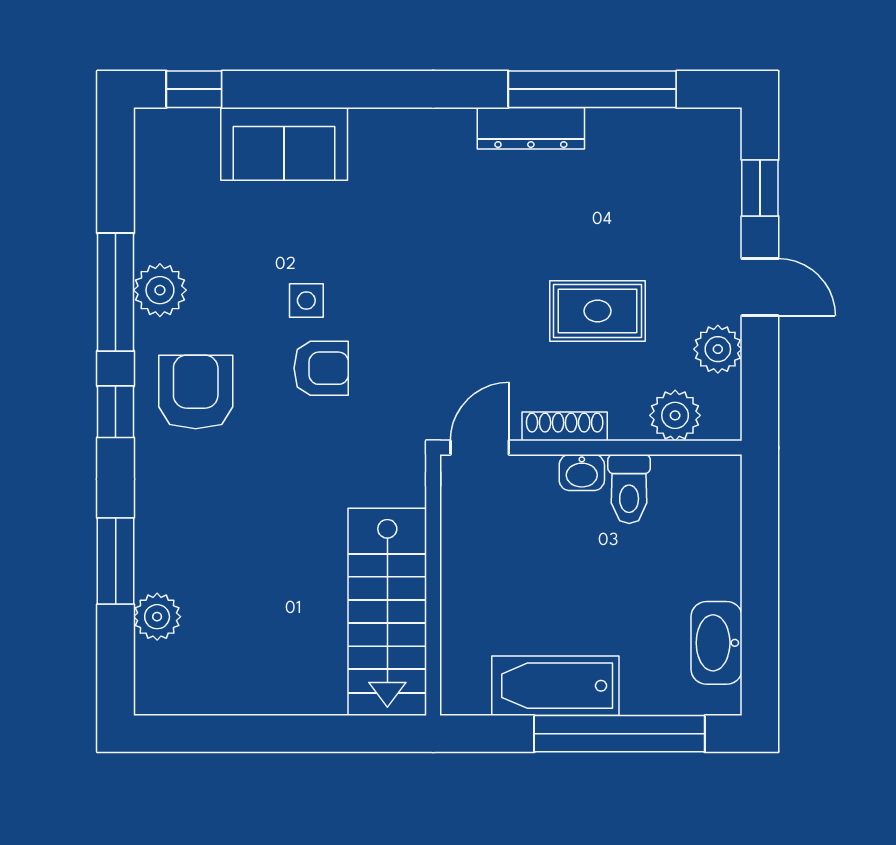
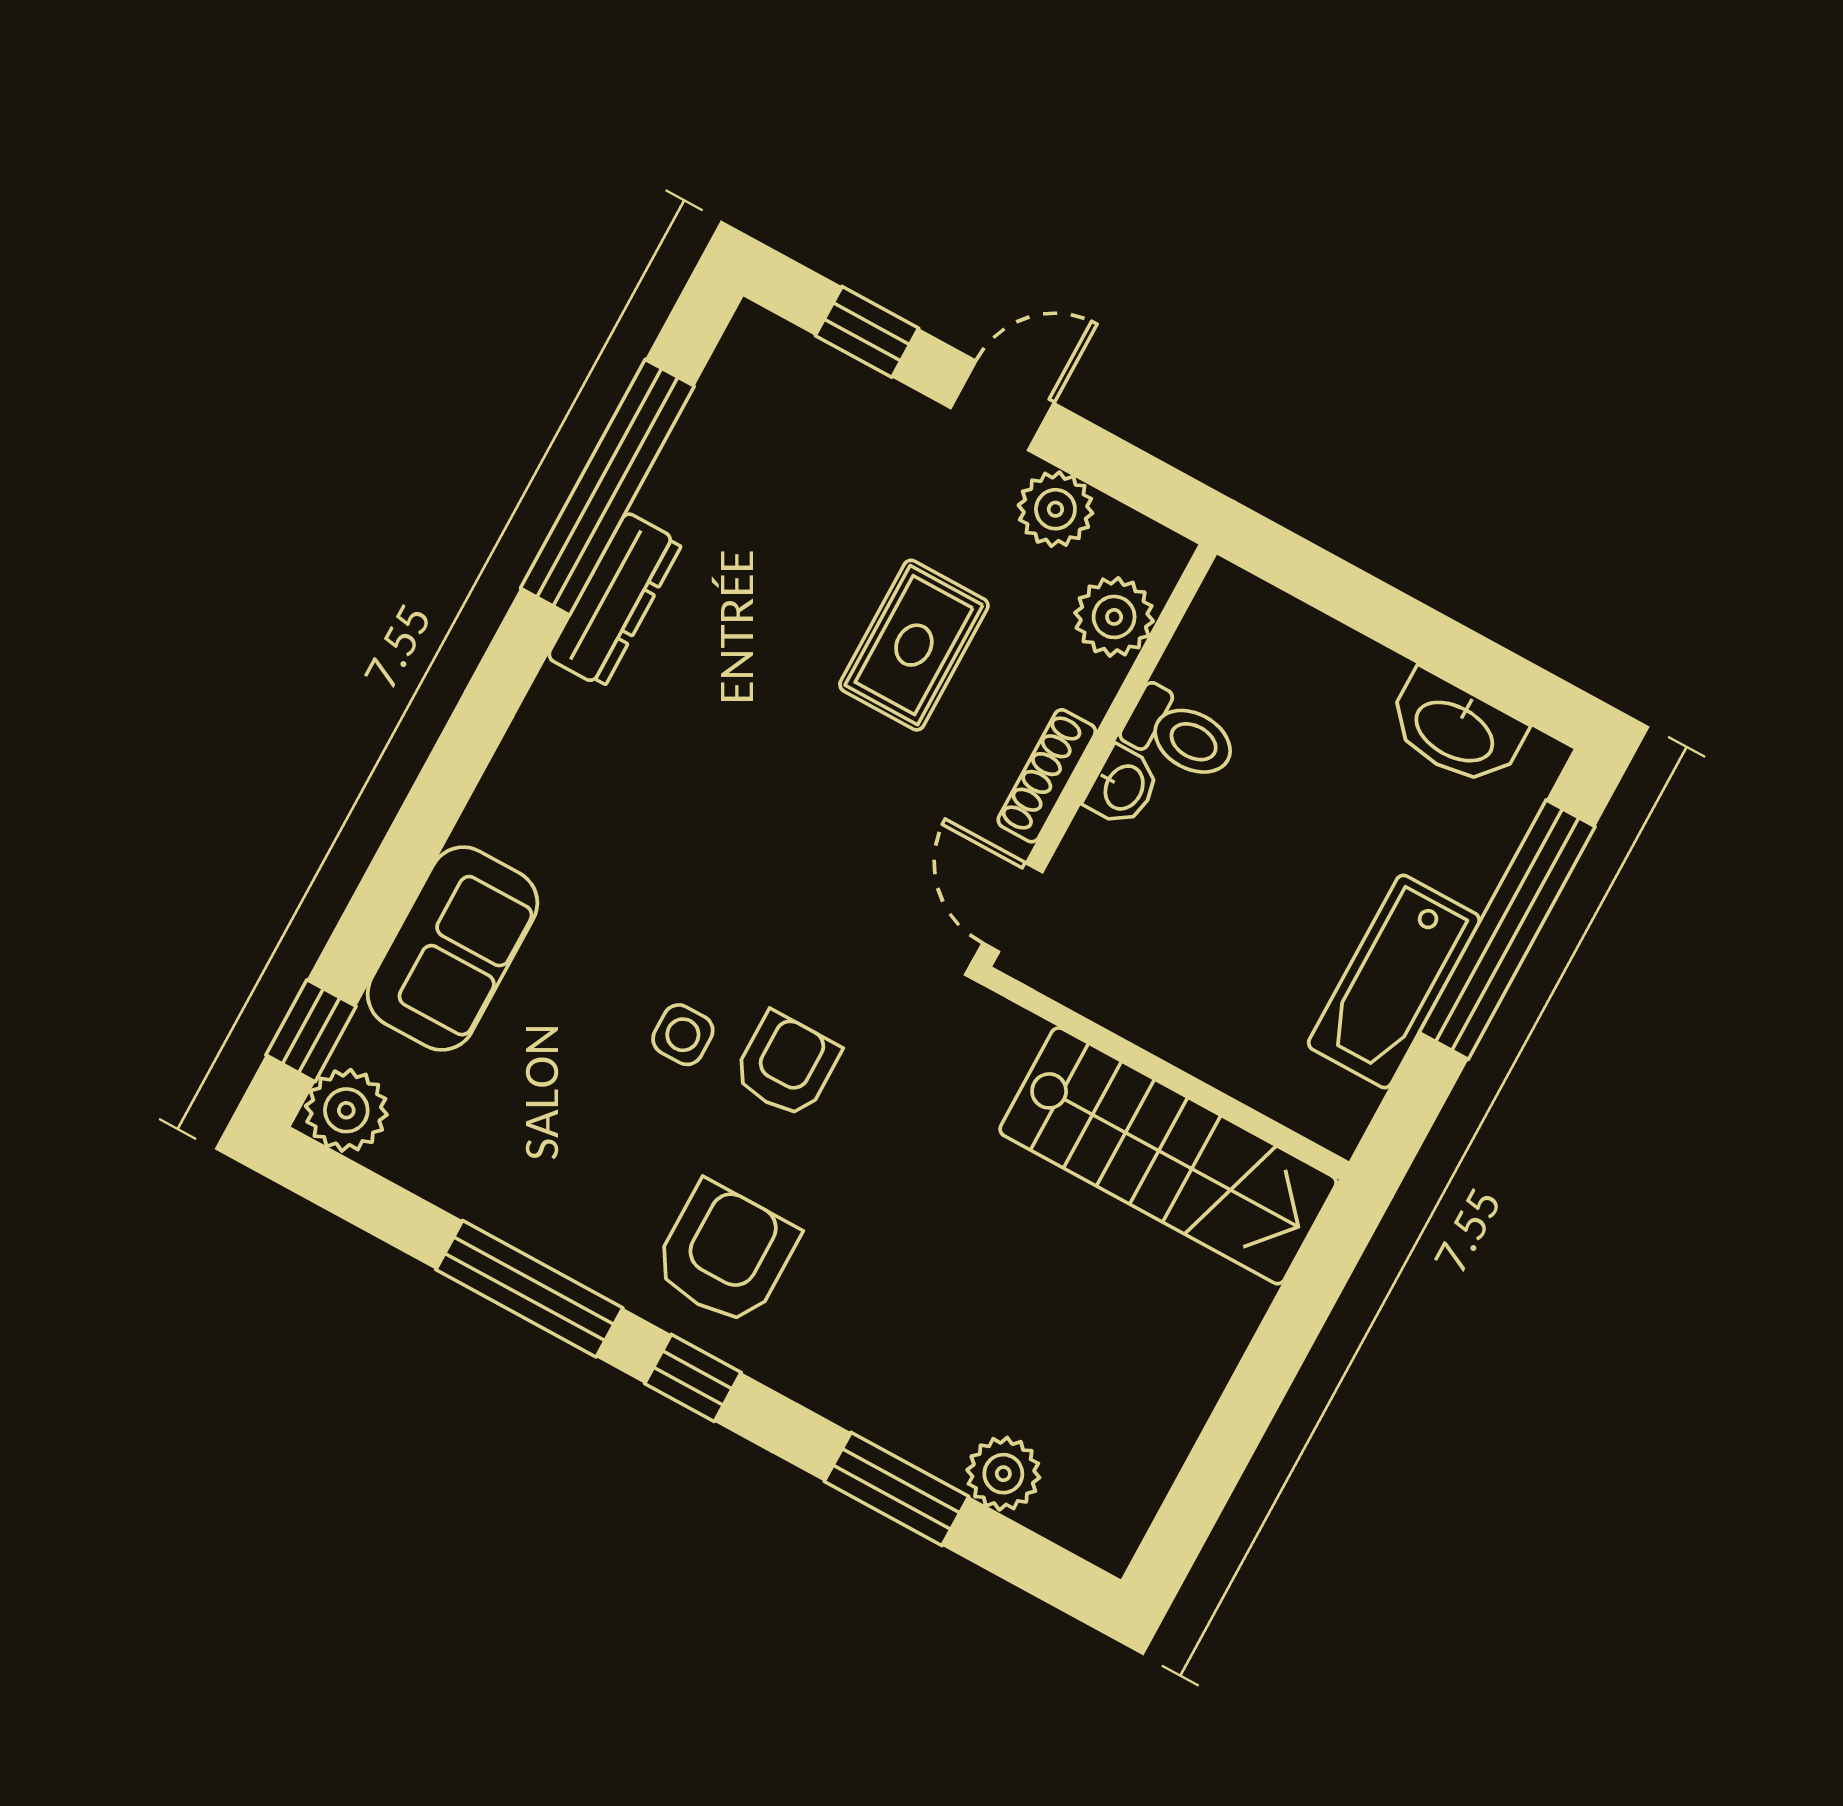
plant: (160, 290) -> (346, 1110), moved
armchair: (196, 392) -> (725, 1254), turned 90

